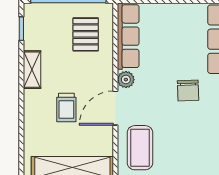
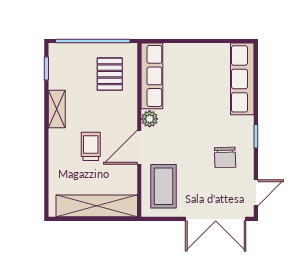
chair: (188, 90) -> (225, 157), moved
trolley: (66, 107) -> (91, 146), turned 180

